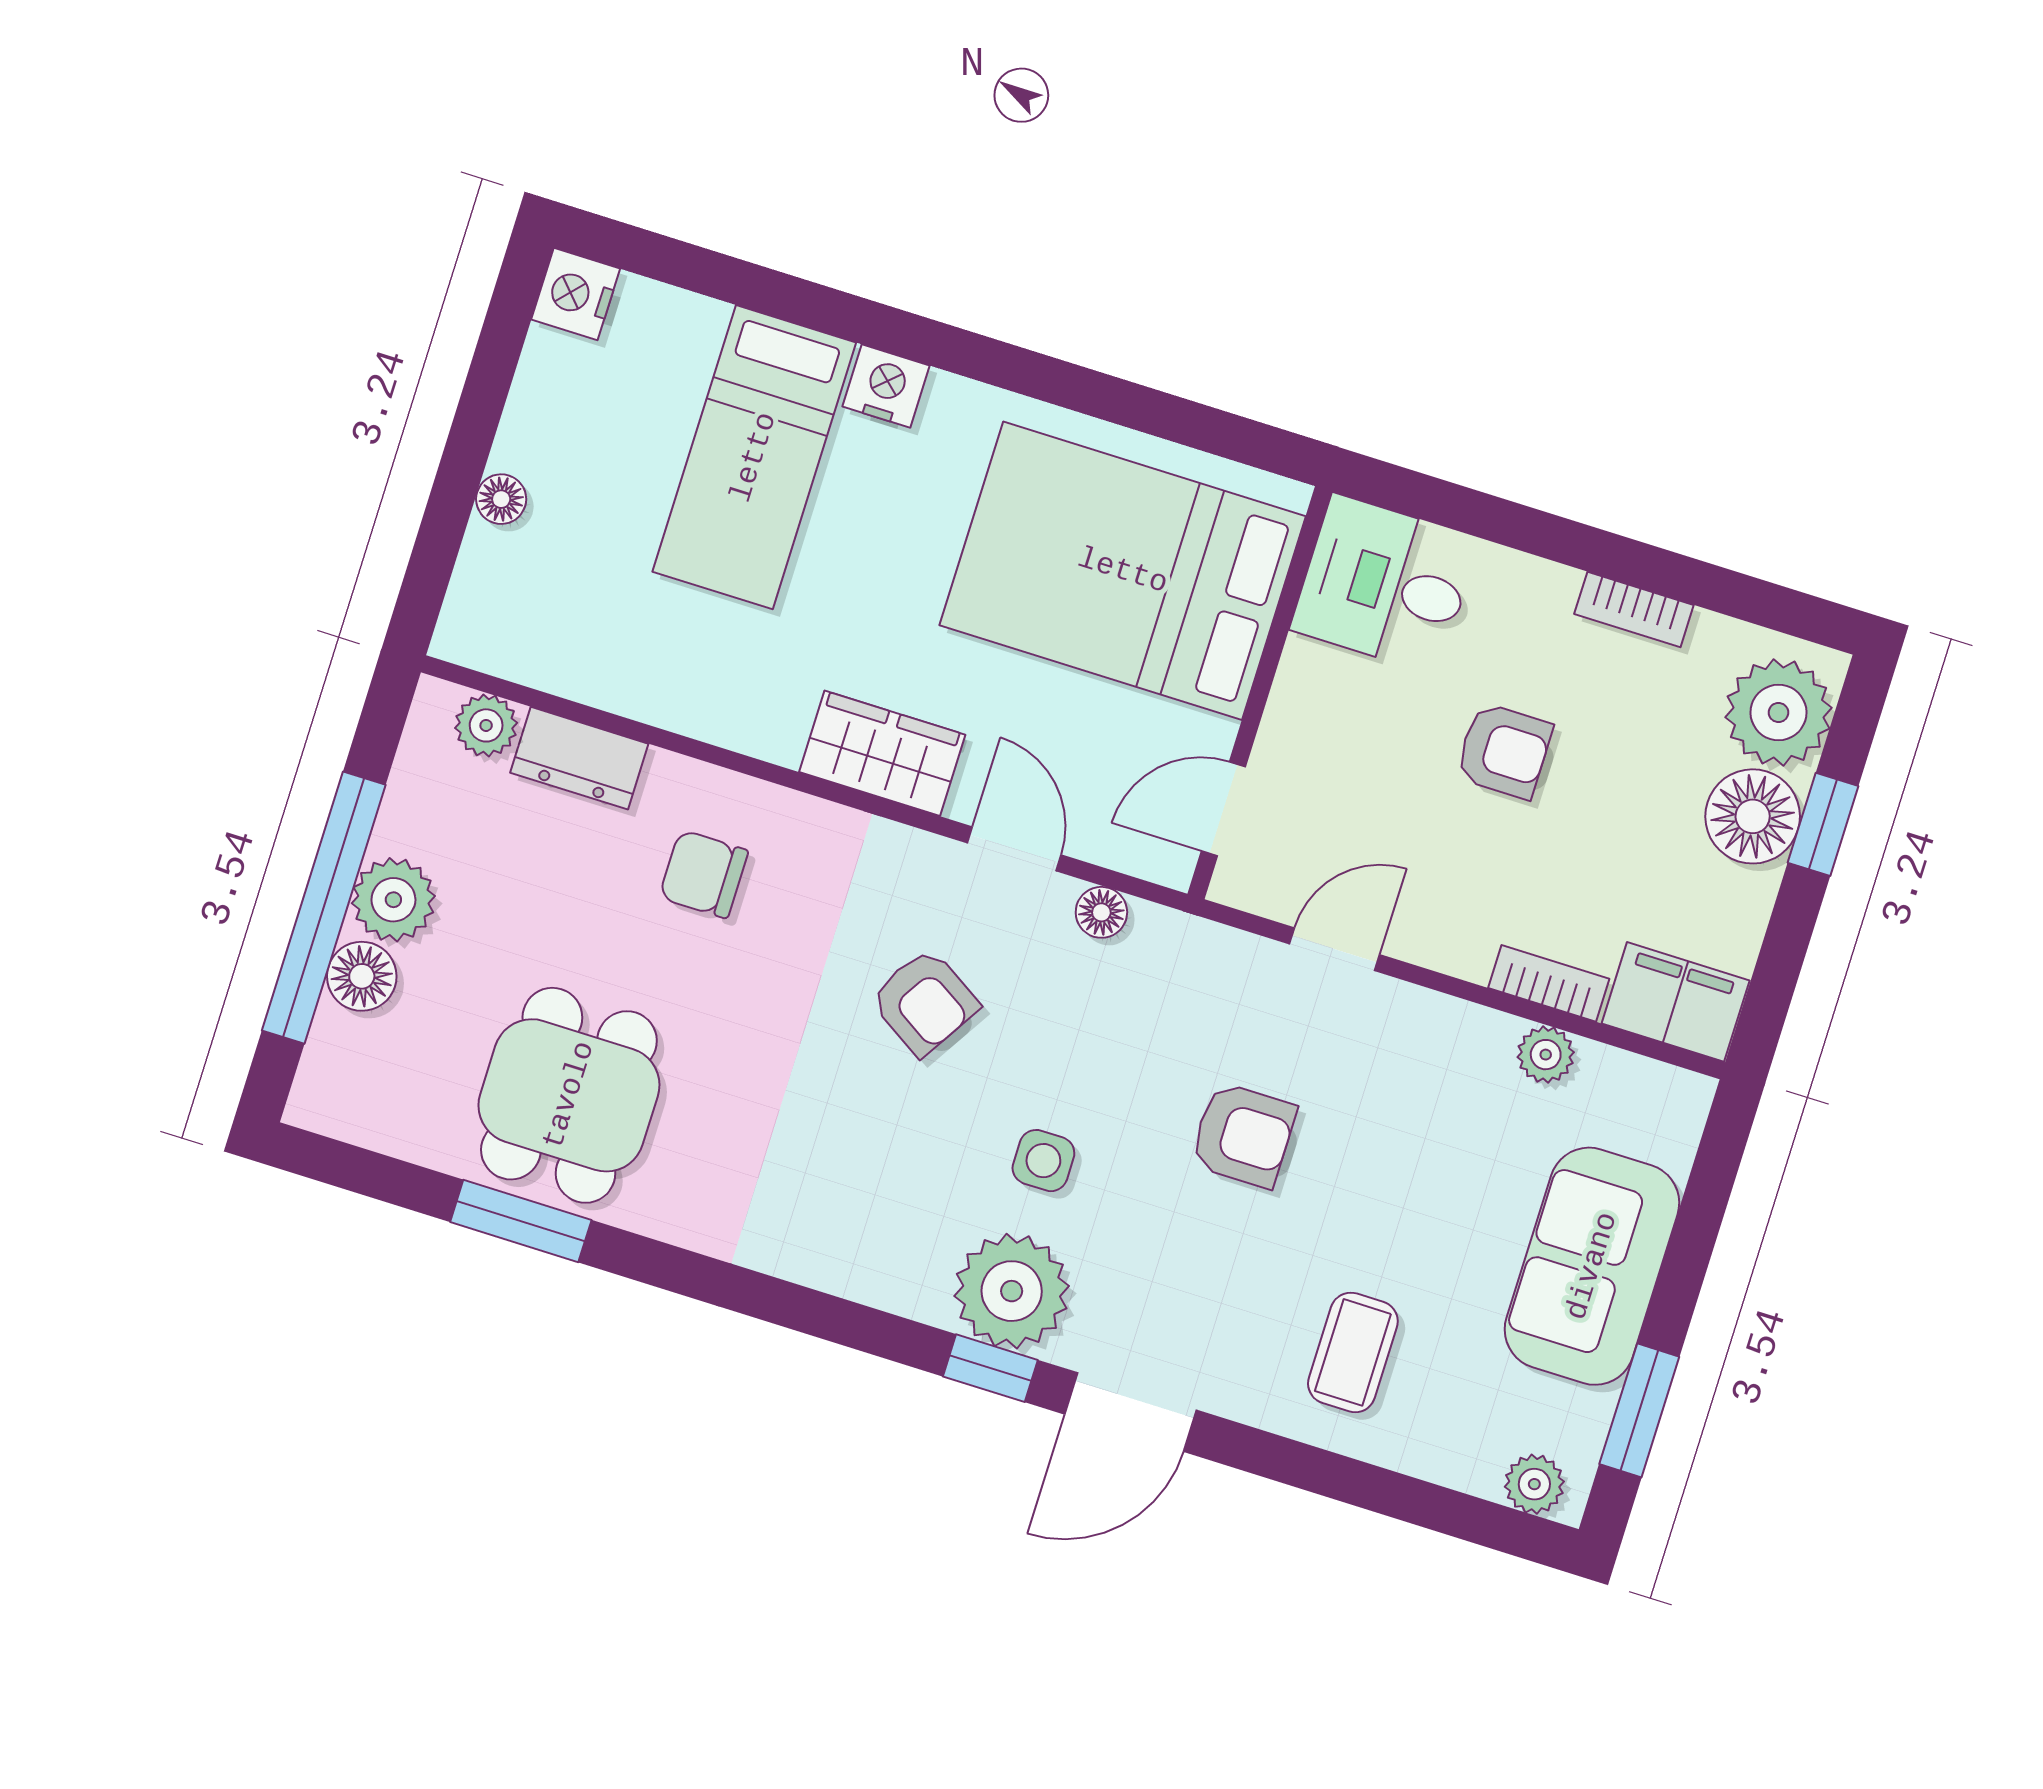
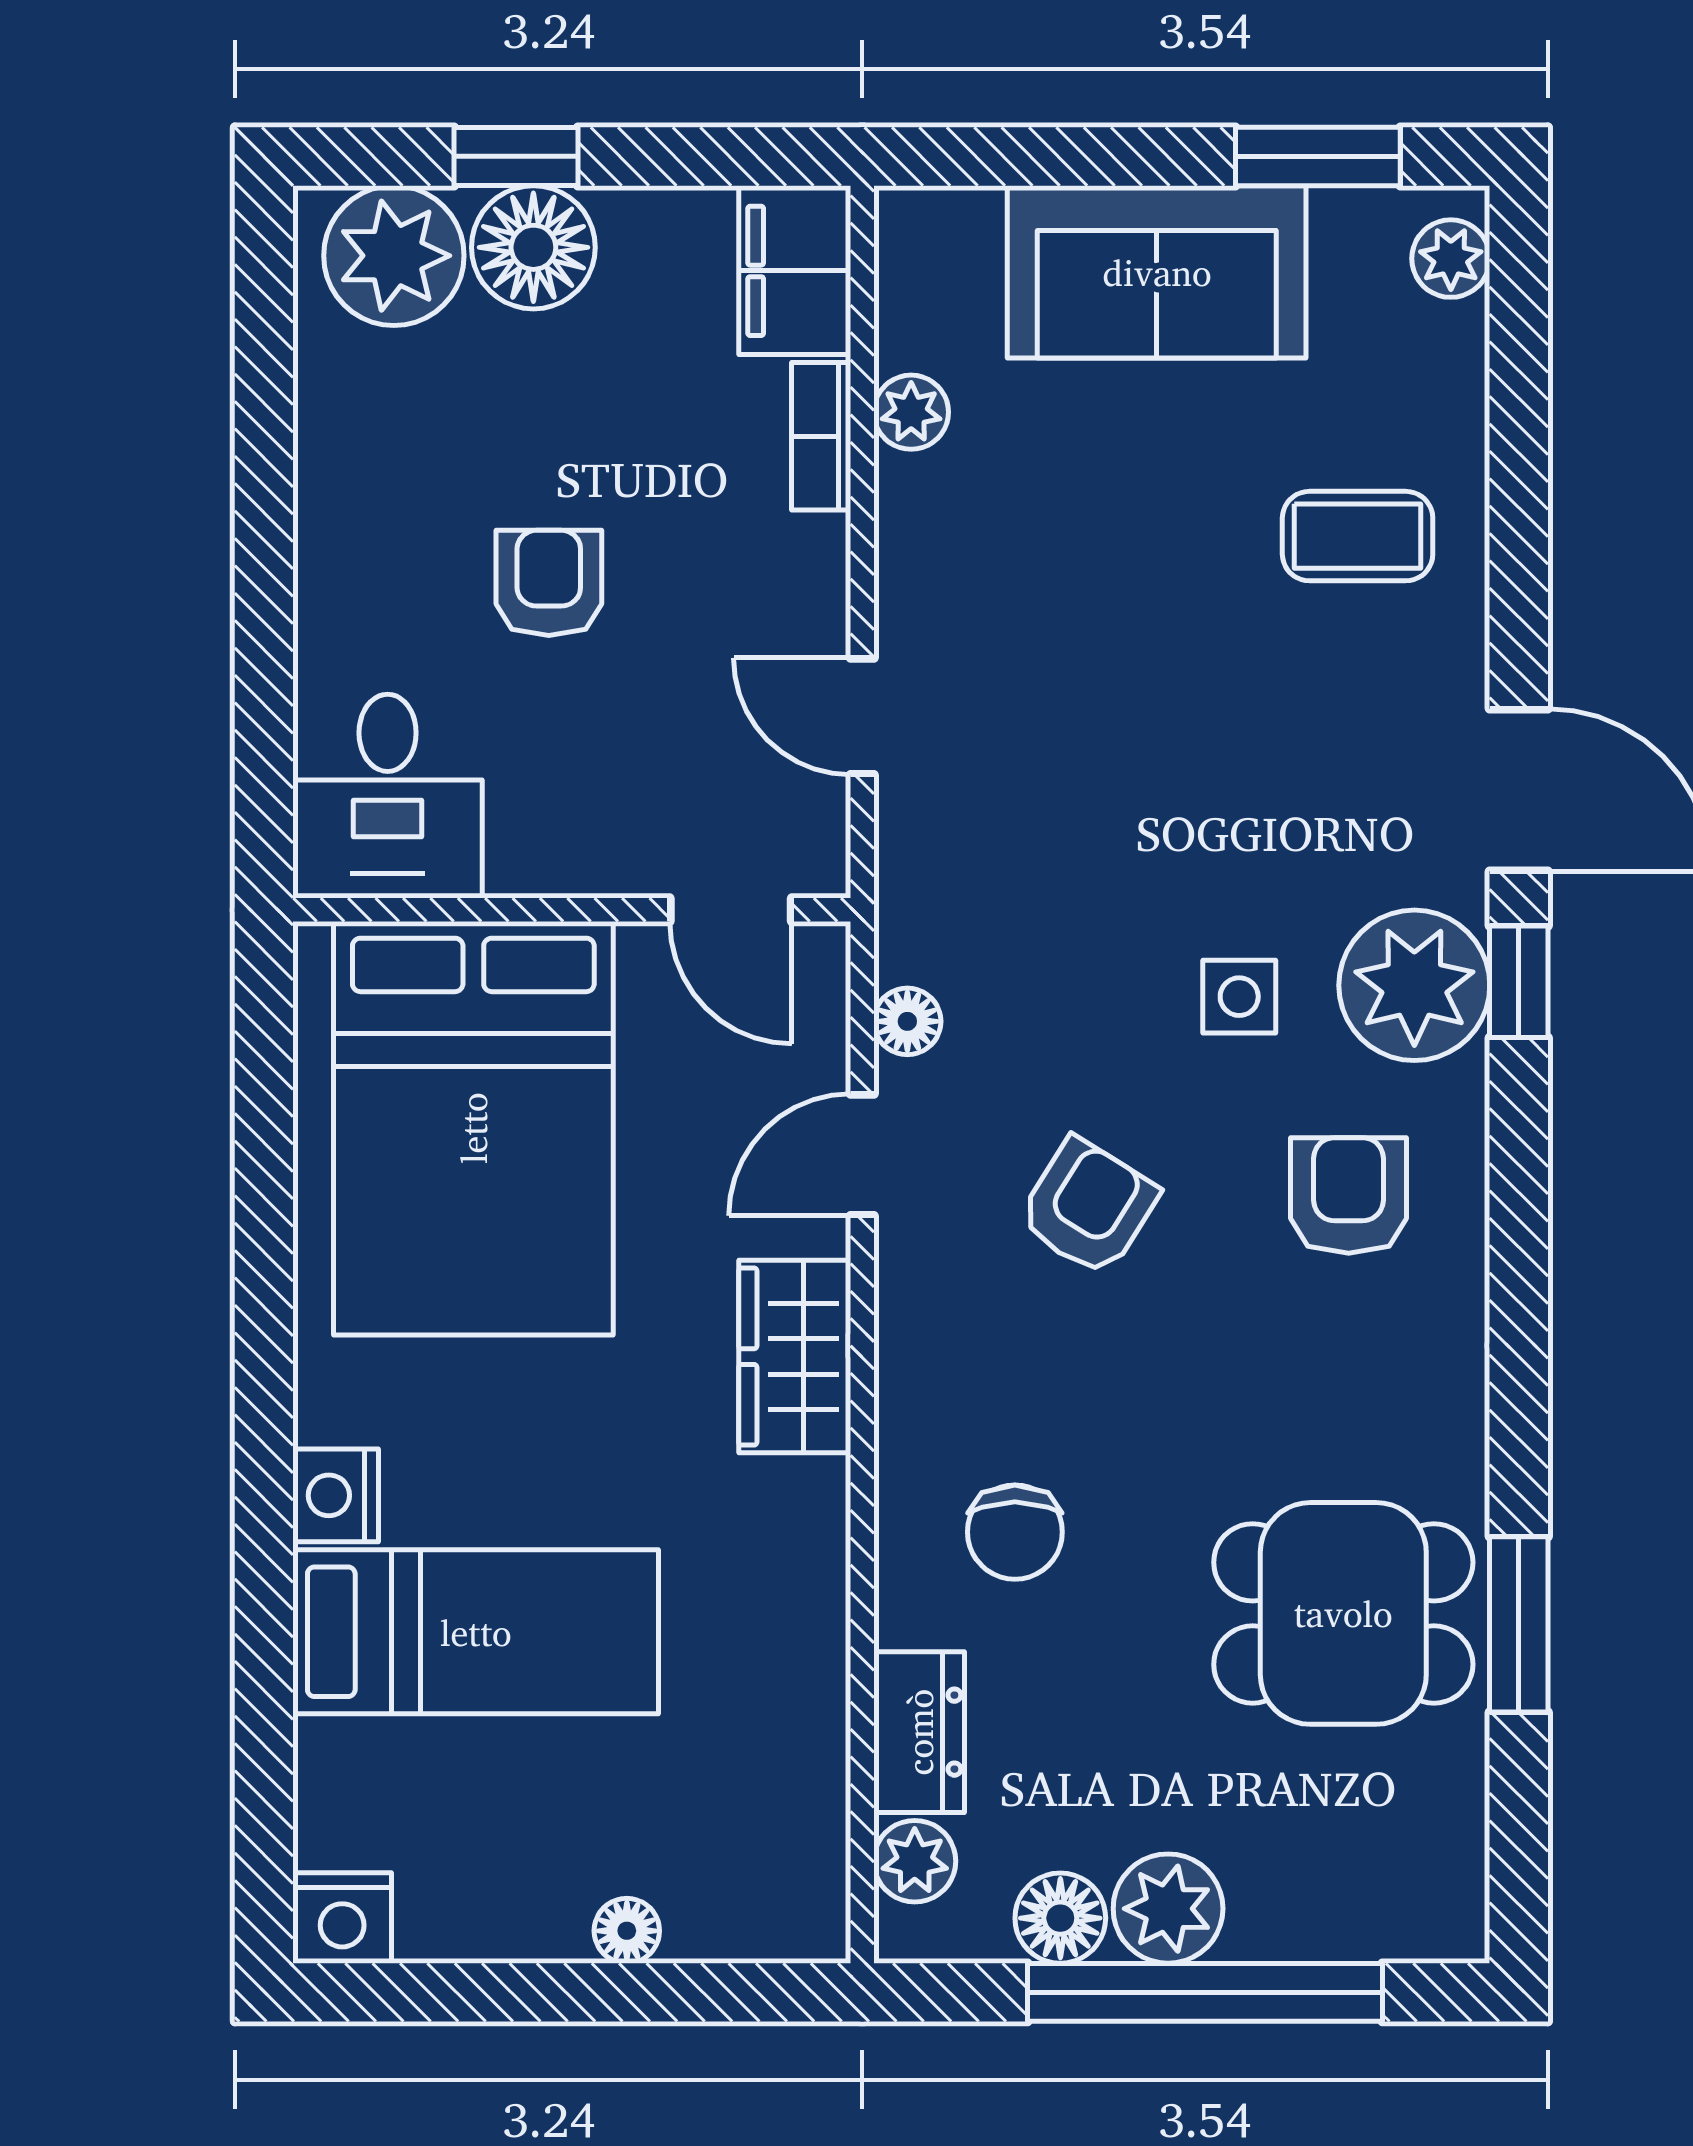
bookcase: (1634, 609) -> (322, 476), removed
floor lamp: (362, 976) -> (1060, 1918), moved
armchair: (1243, 1135) -> (1349, 1195), moved

